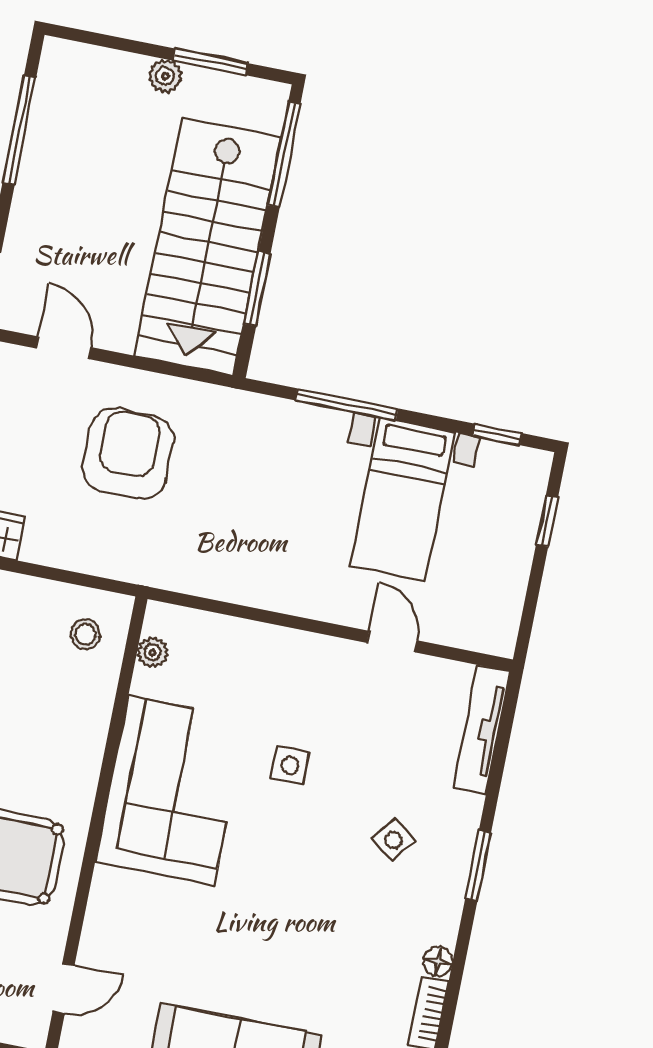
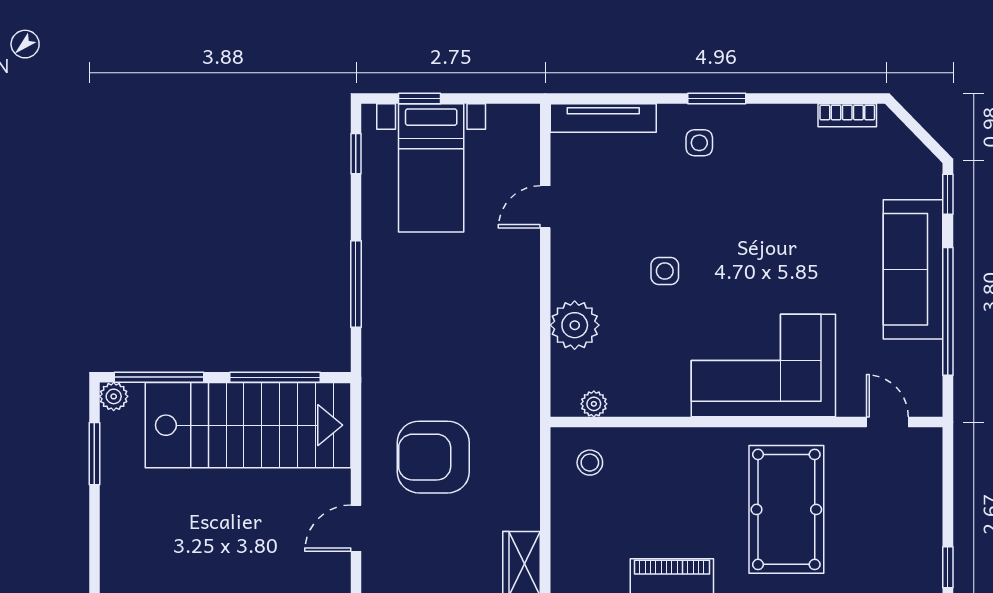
plant: (165, 76) -> (114, 396), moved
window: (257, 289) -> (275, 377), width x1.44
bed with nightstands: (403, 499) -> (431, 168), moved, turned 90
plant: (248, 648) -> (575, 325), added
corner sofa: (171, 791) -> (763, 365), moved
side table: (394, 840) -> (699, 143), moved, turned -37
floor lamp: (438, 961) -> (803, 116), removed

